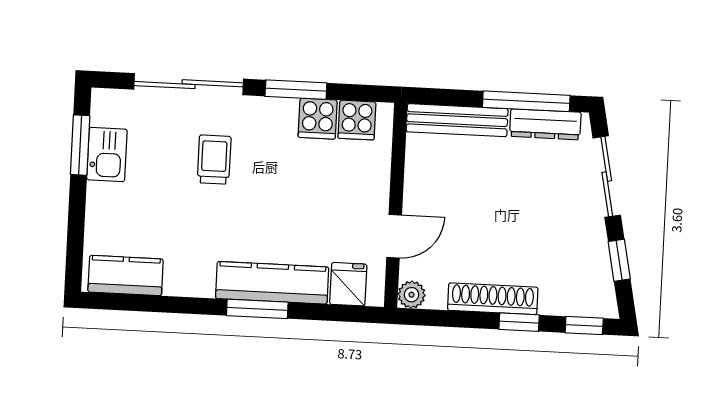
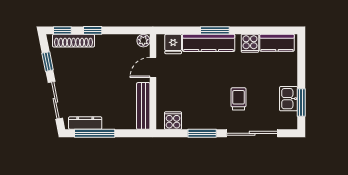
cooker: (318, 119) -> (250, 43), moved, turned 180
bench: (457, 120) -> (143, 106), moved, turned 90
trolley: (214, 160) -> (238, 99), turned 180
shoe rack: (493, 299) -> (73, 41), moved

